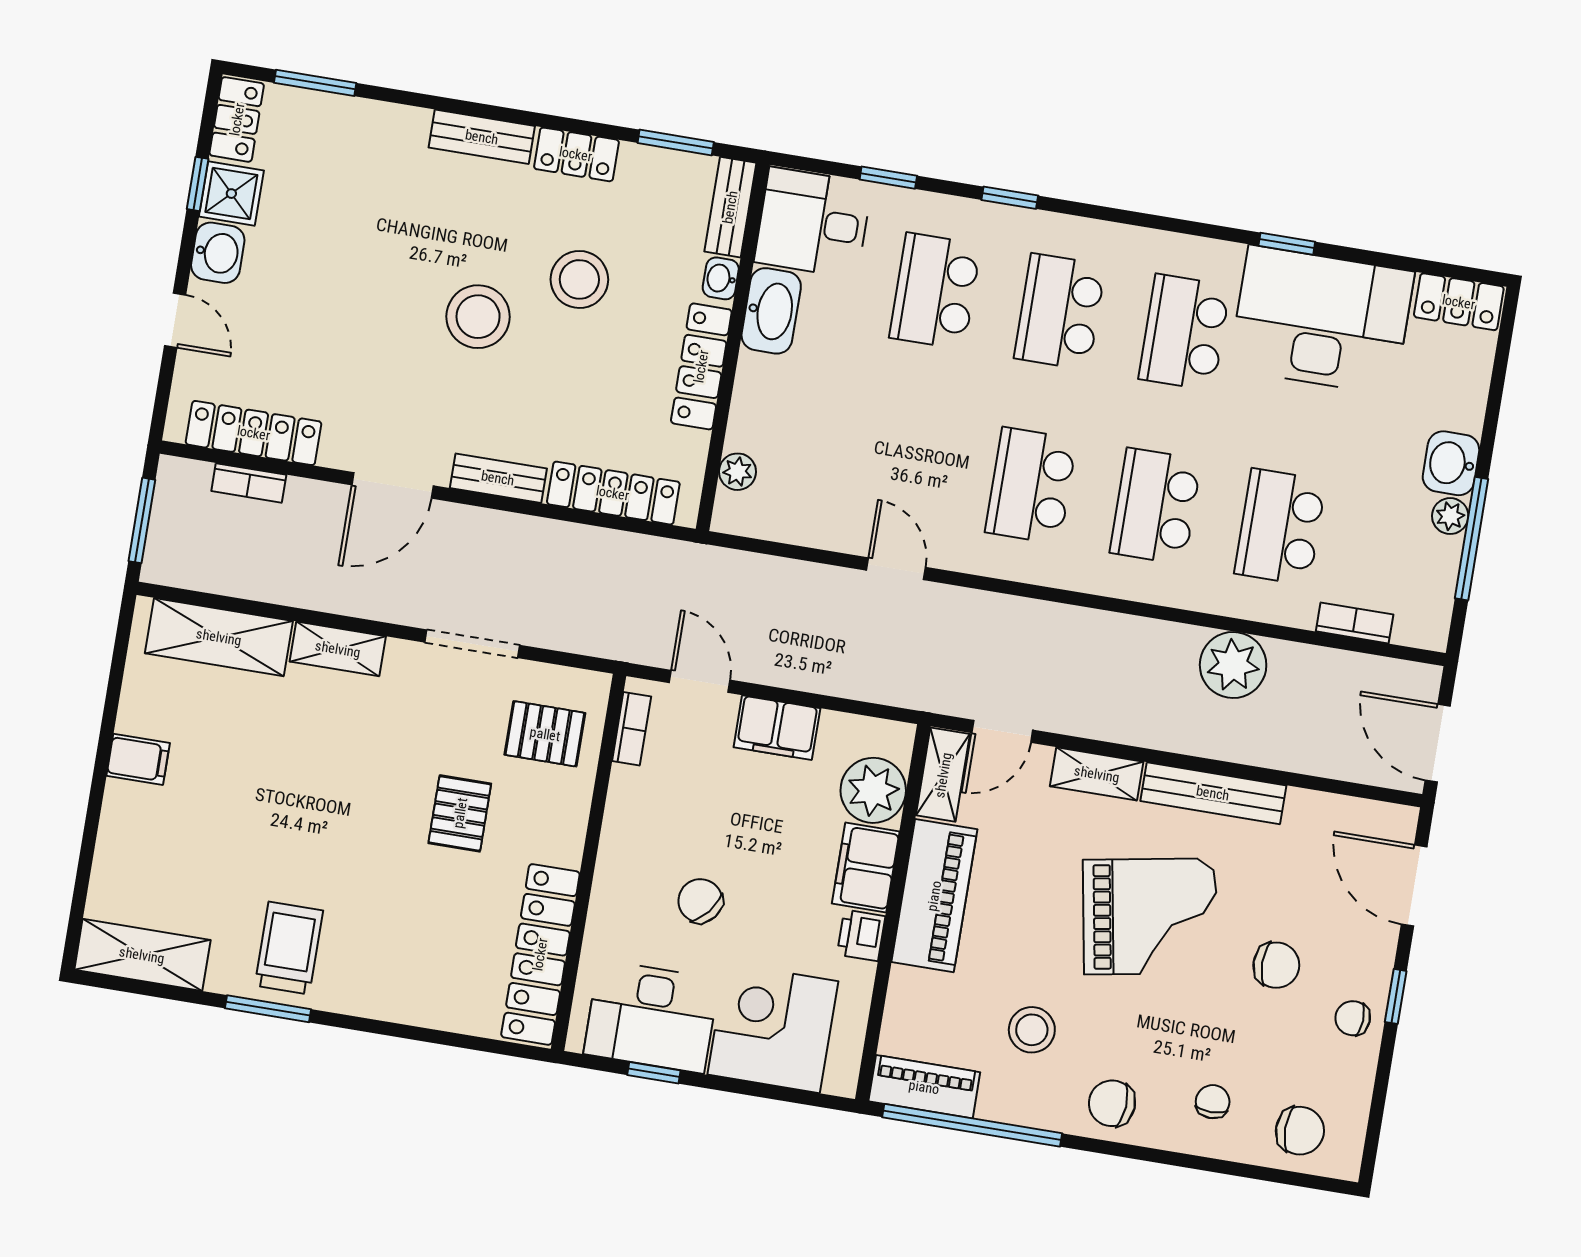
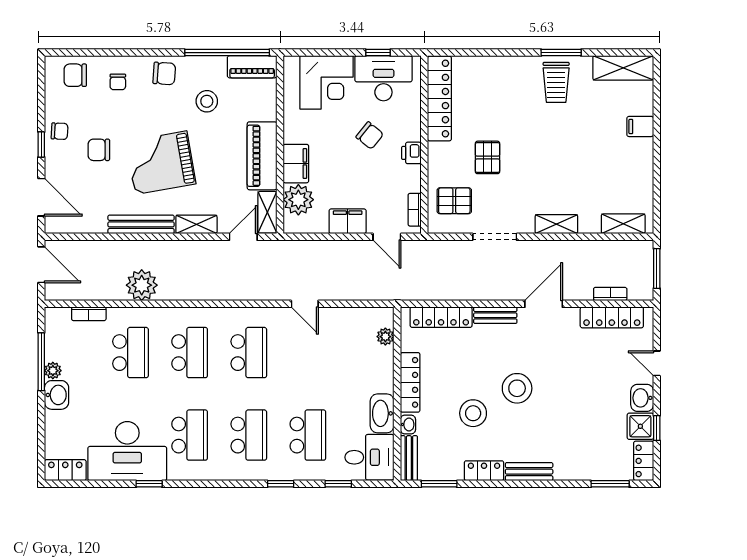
shelving: (219, 637) -> (623, 224), width x0.67, depth x0.75
filing cabinet: (138, 759) -> (640, 126), moved
printer: (861, 935) -> (411, 153), moved, turned 180

